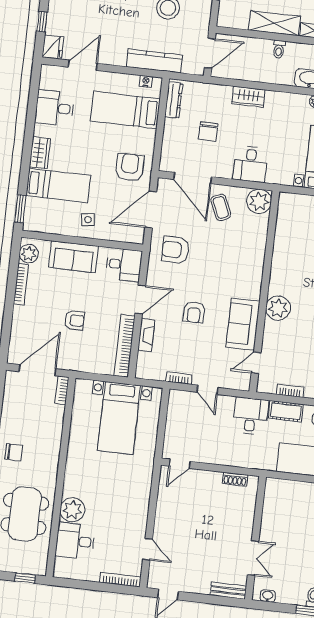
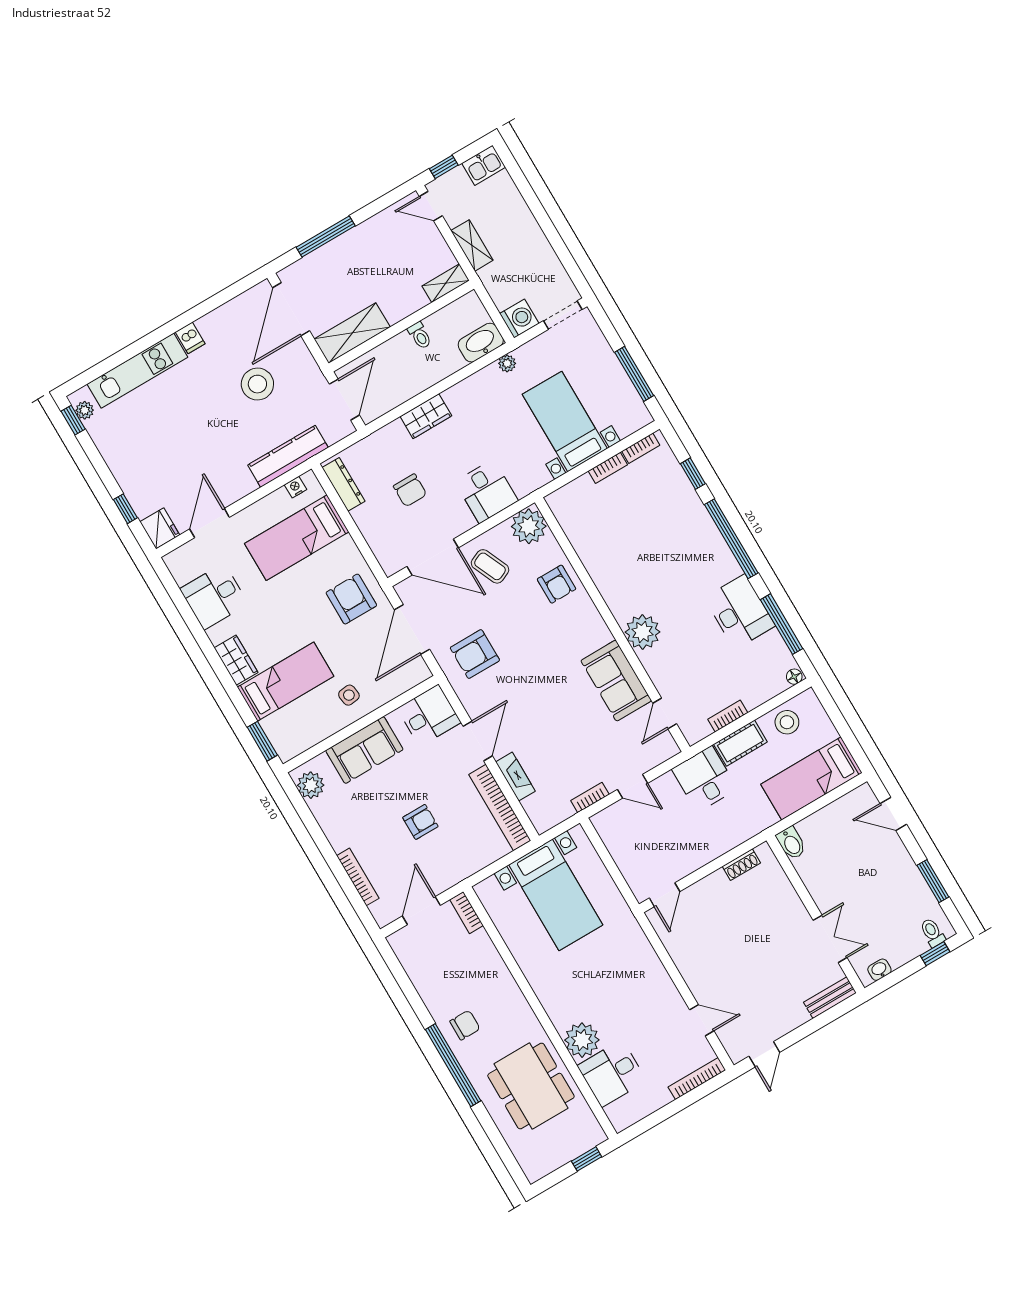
shelving: (274, 23) -> (352, 333), moved
bookcase: (21, 284) -> (358, 877), moved
armchair: (194, 312) -> (557, 584), moved
door: (38, 370) -> (421, 911), width x0.73
bidet: (272, 488) -> (791, 843), added

